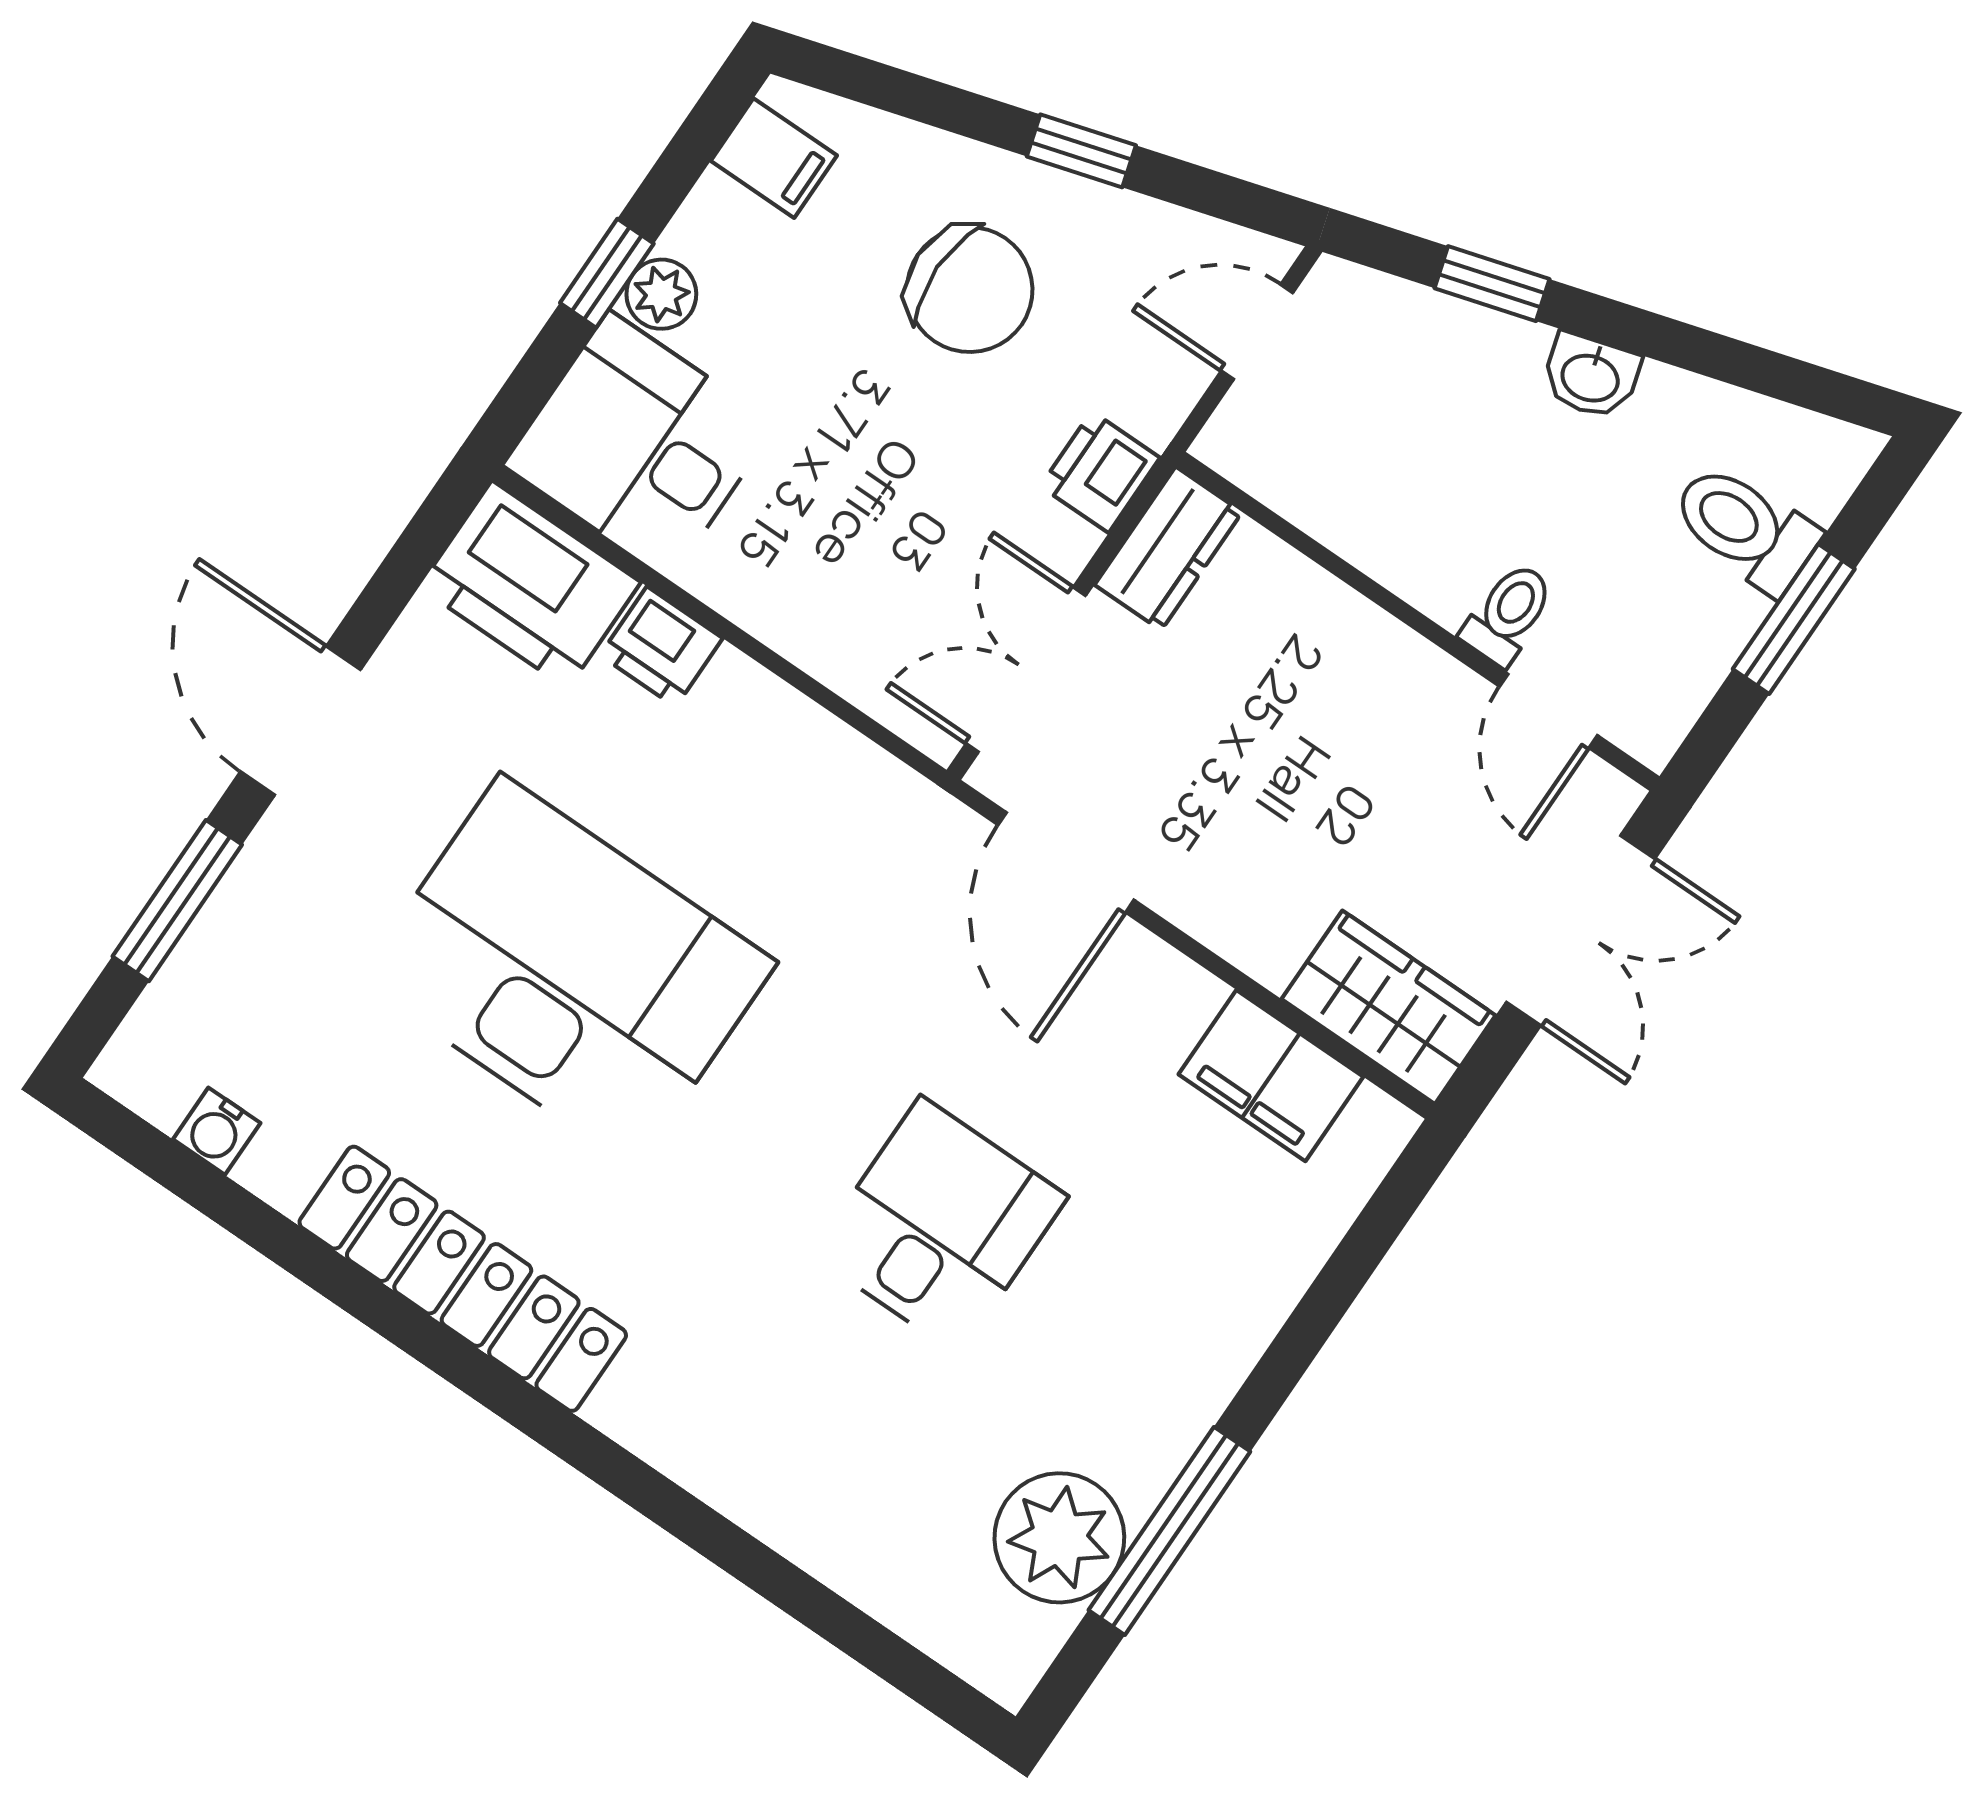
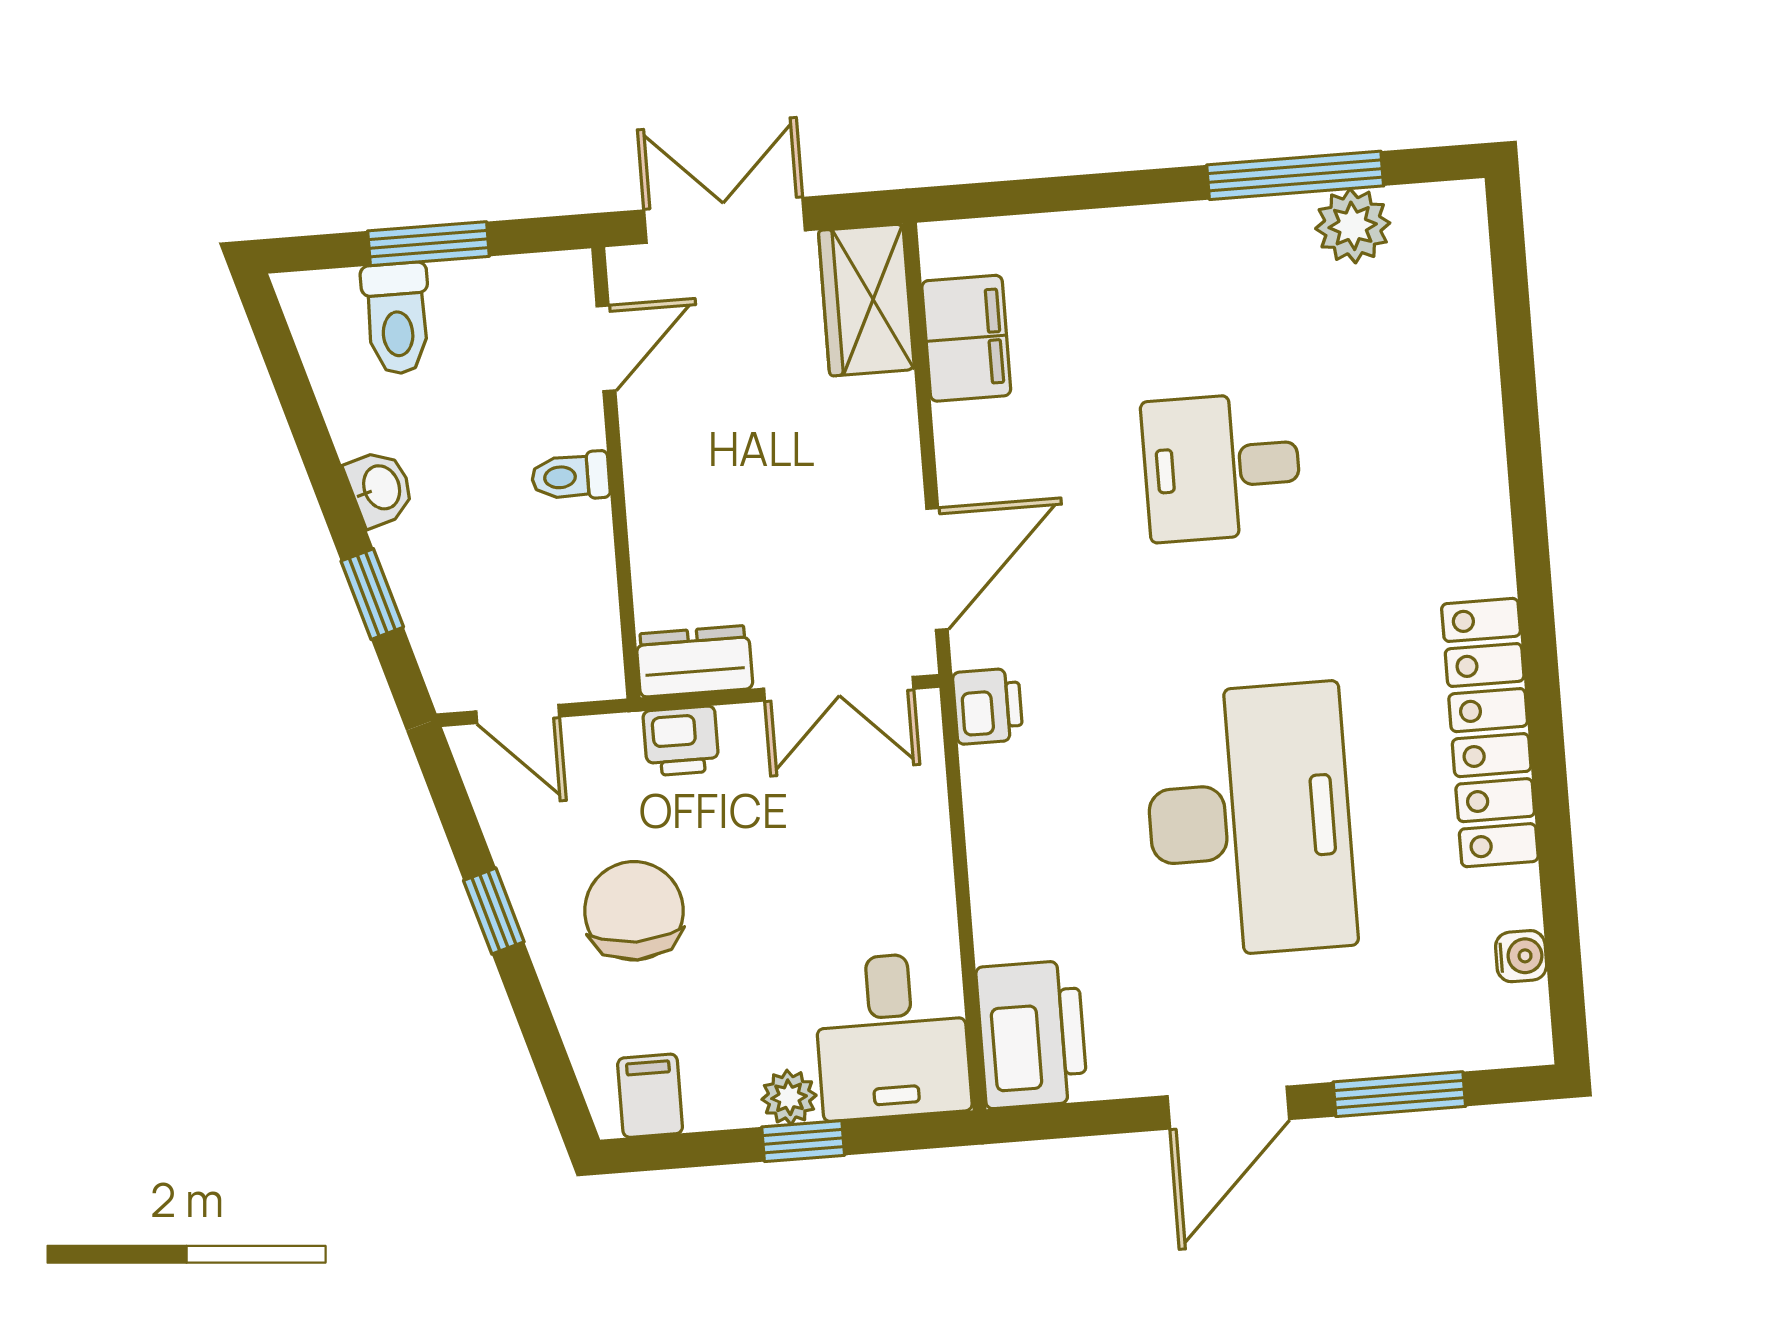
toilet: (1508, 614) -> (571, 477), moved
printer: (661, 647) -> (988, 706), moved
desk: (568, 971) -> (1250, 820), turned 180
plant: (1059, 1538) -> (1353, 226), width x0.73, depth x0.73

